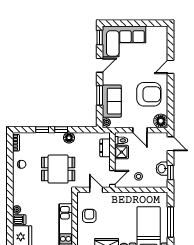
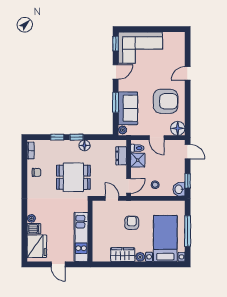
washbasin: (162, 169) -> (179, 189), moved
armchair: (89, 216) -> (132, 223), moved

